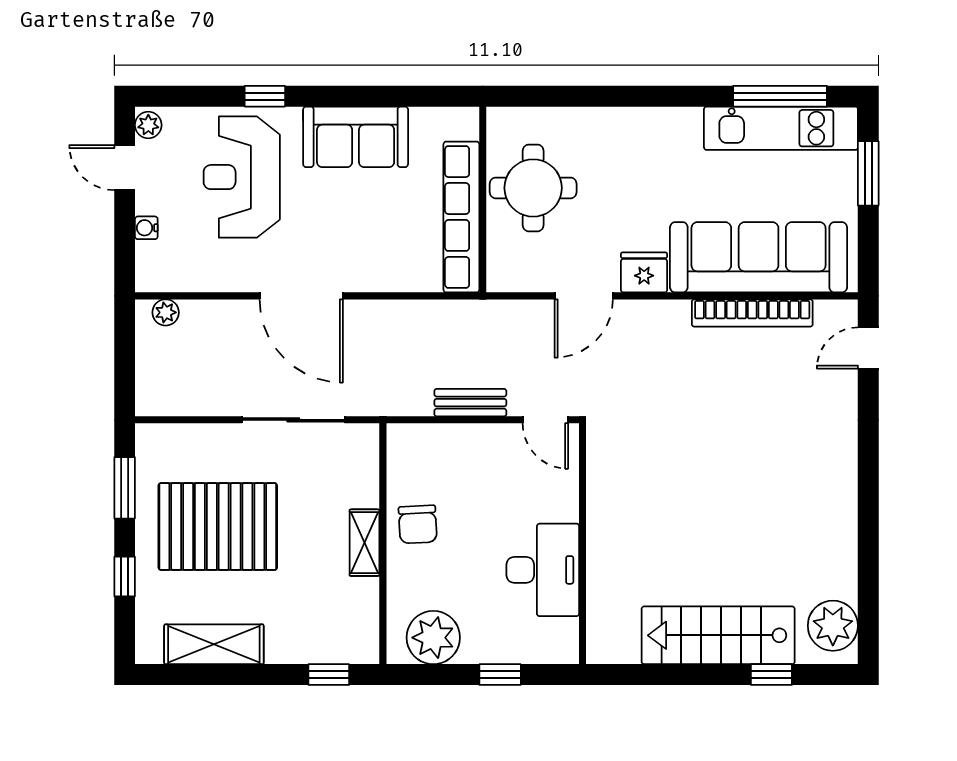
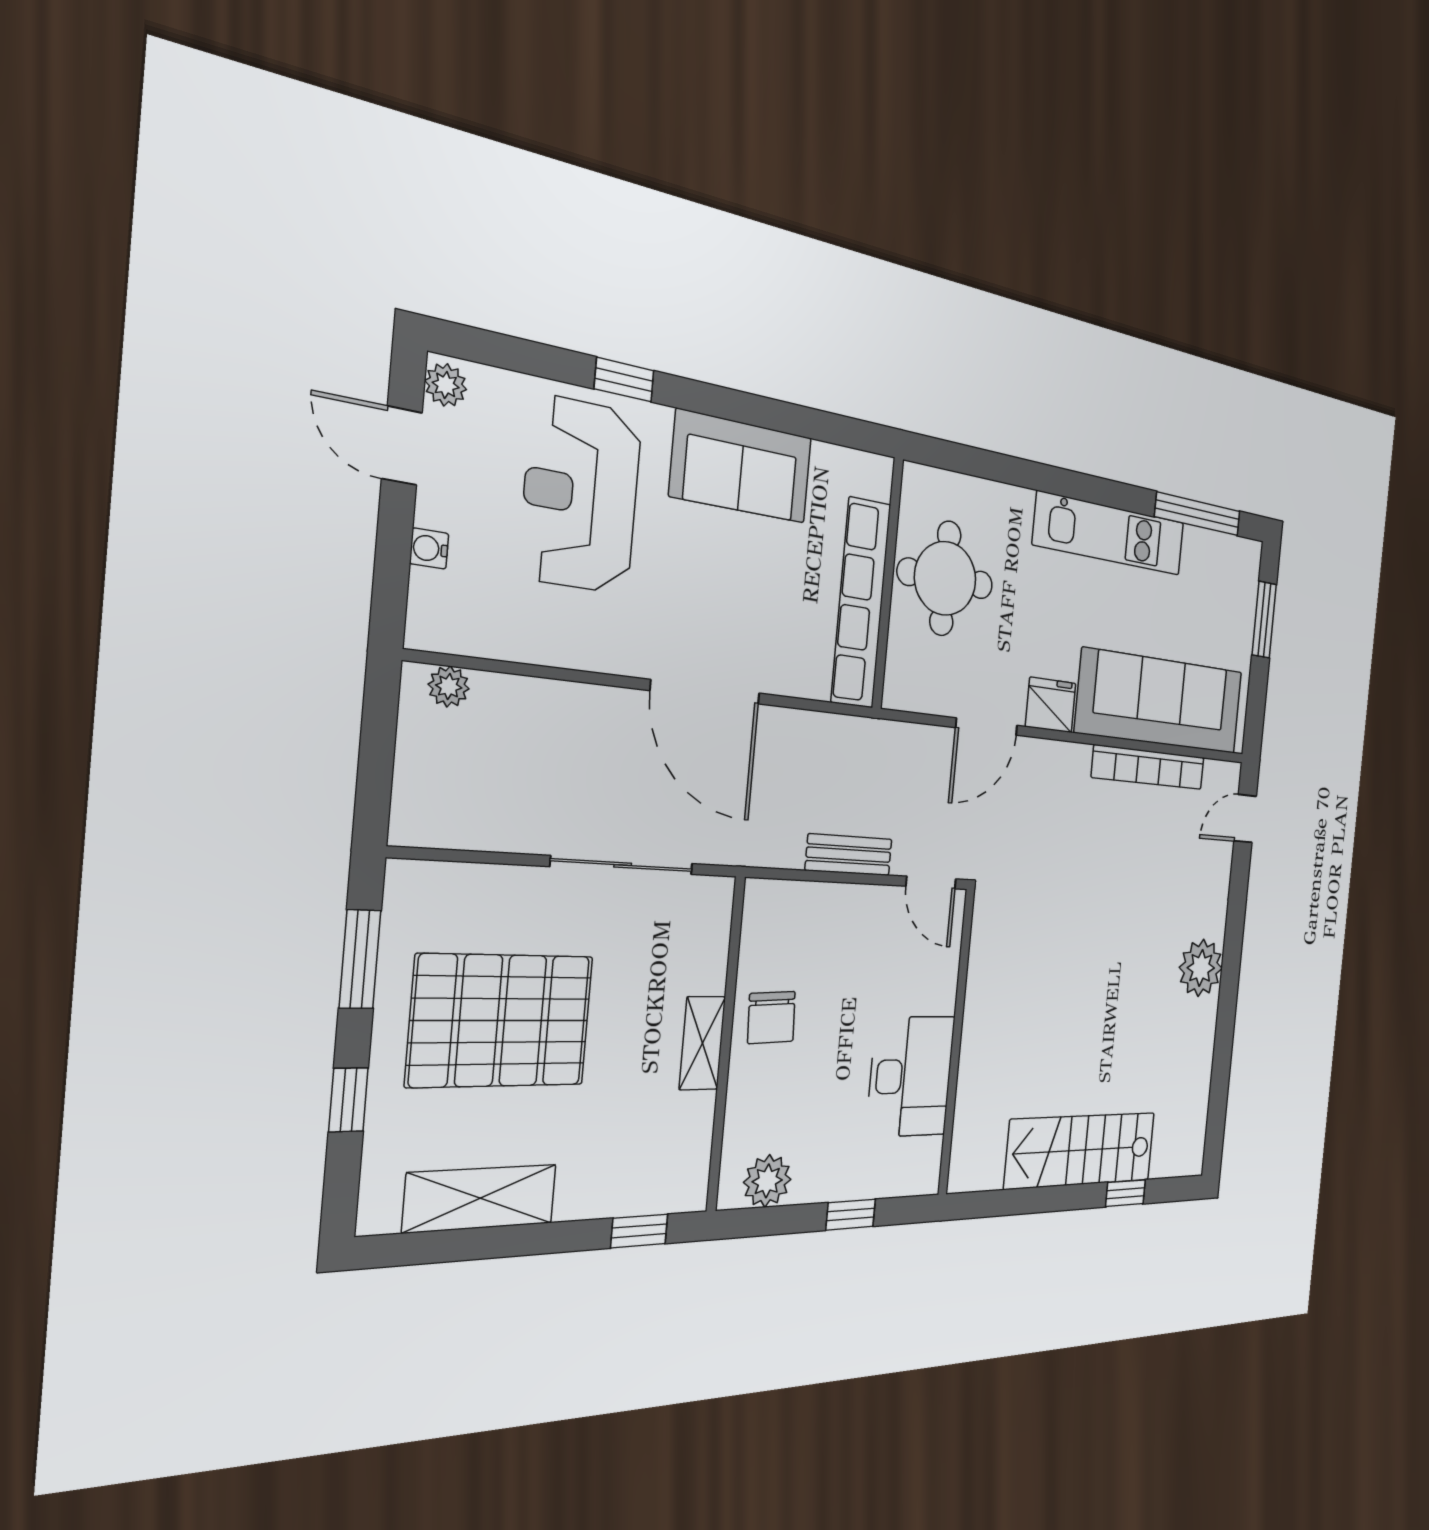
kitchen unit: (781, 128) -> (1110, 534), moved
door: (301, 296) -> (706, 692), moved
plant: (833, 626) -> (1201, 968), moved
plant: (433, 638) -> (767, 1181), width x0.73, depth x0.73

